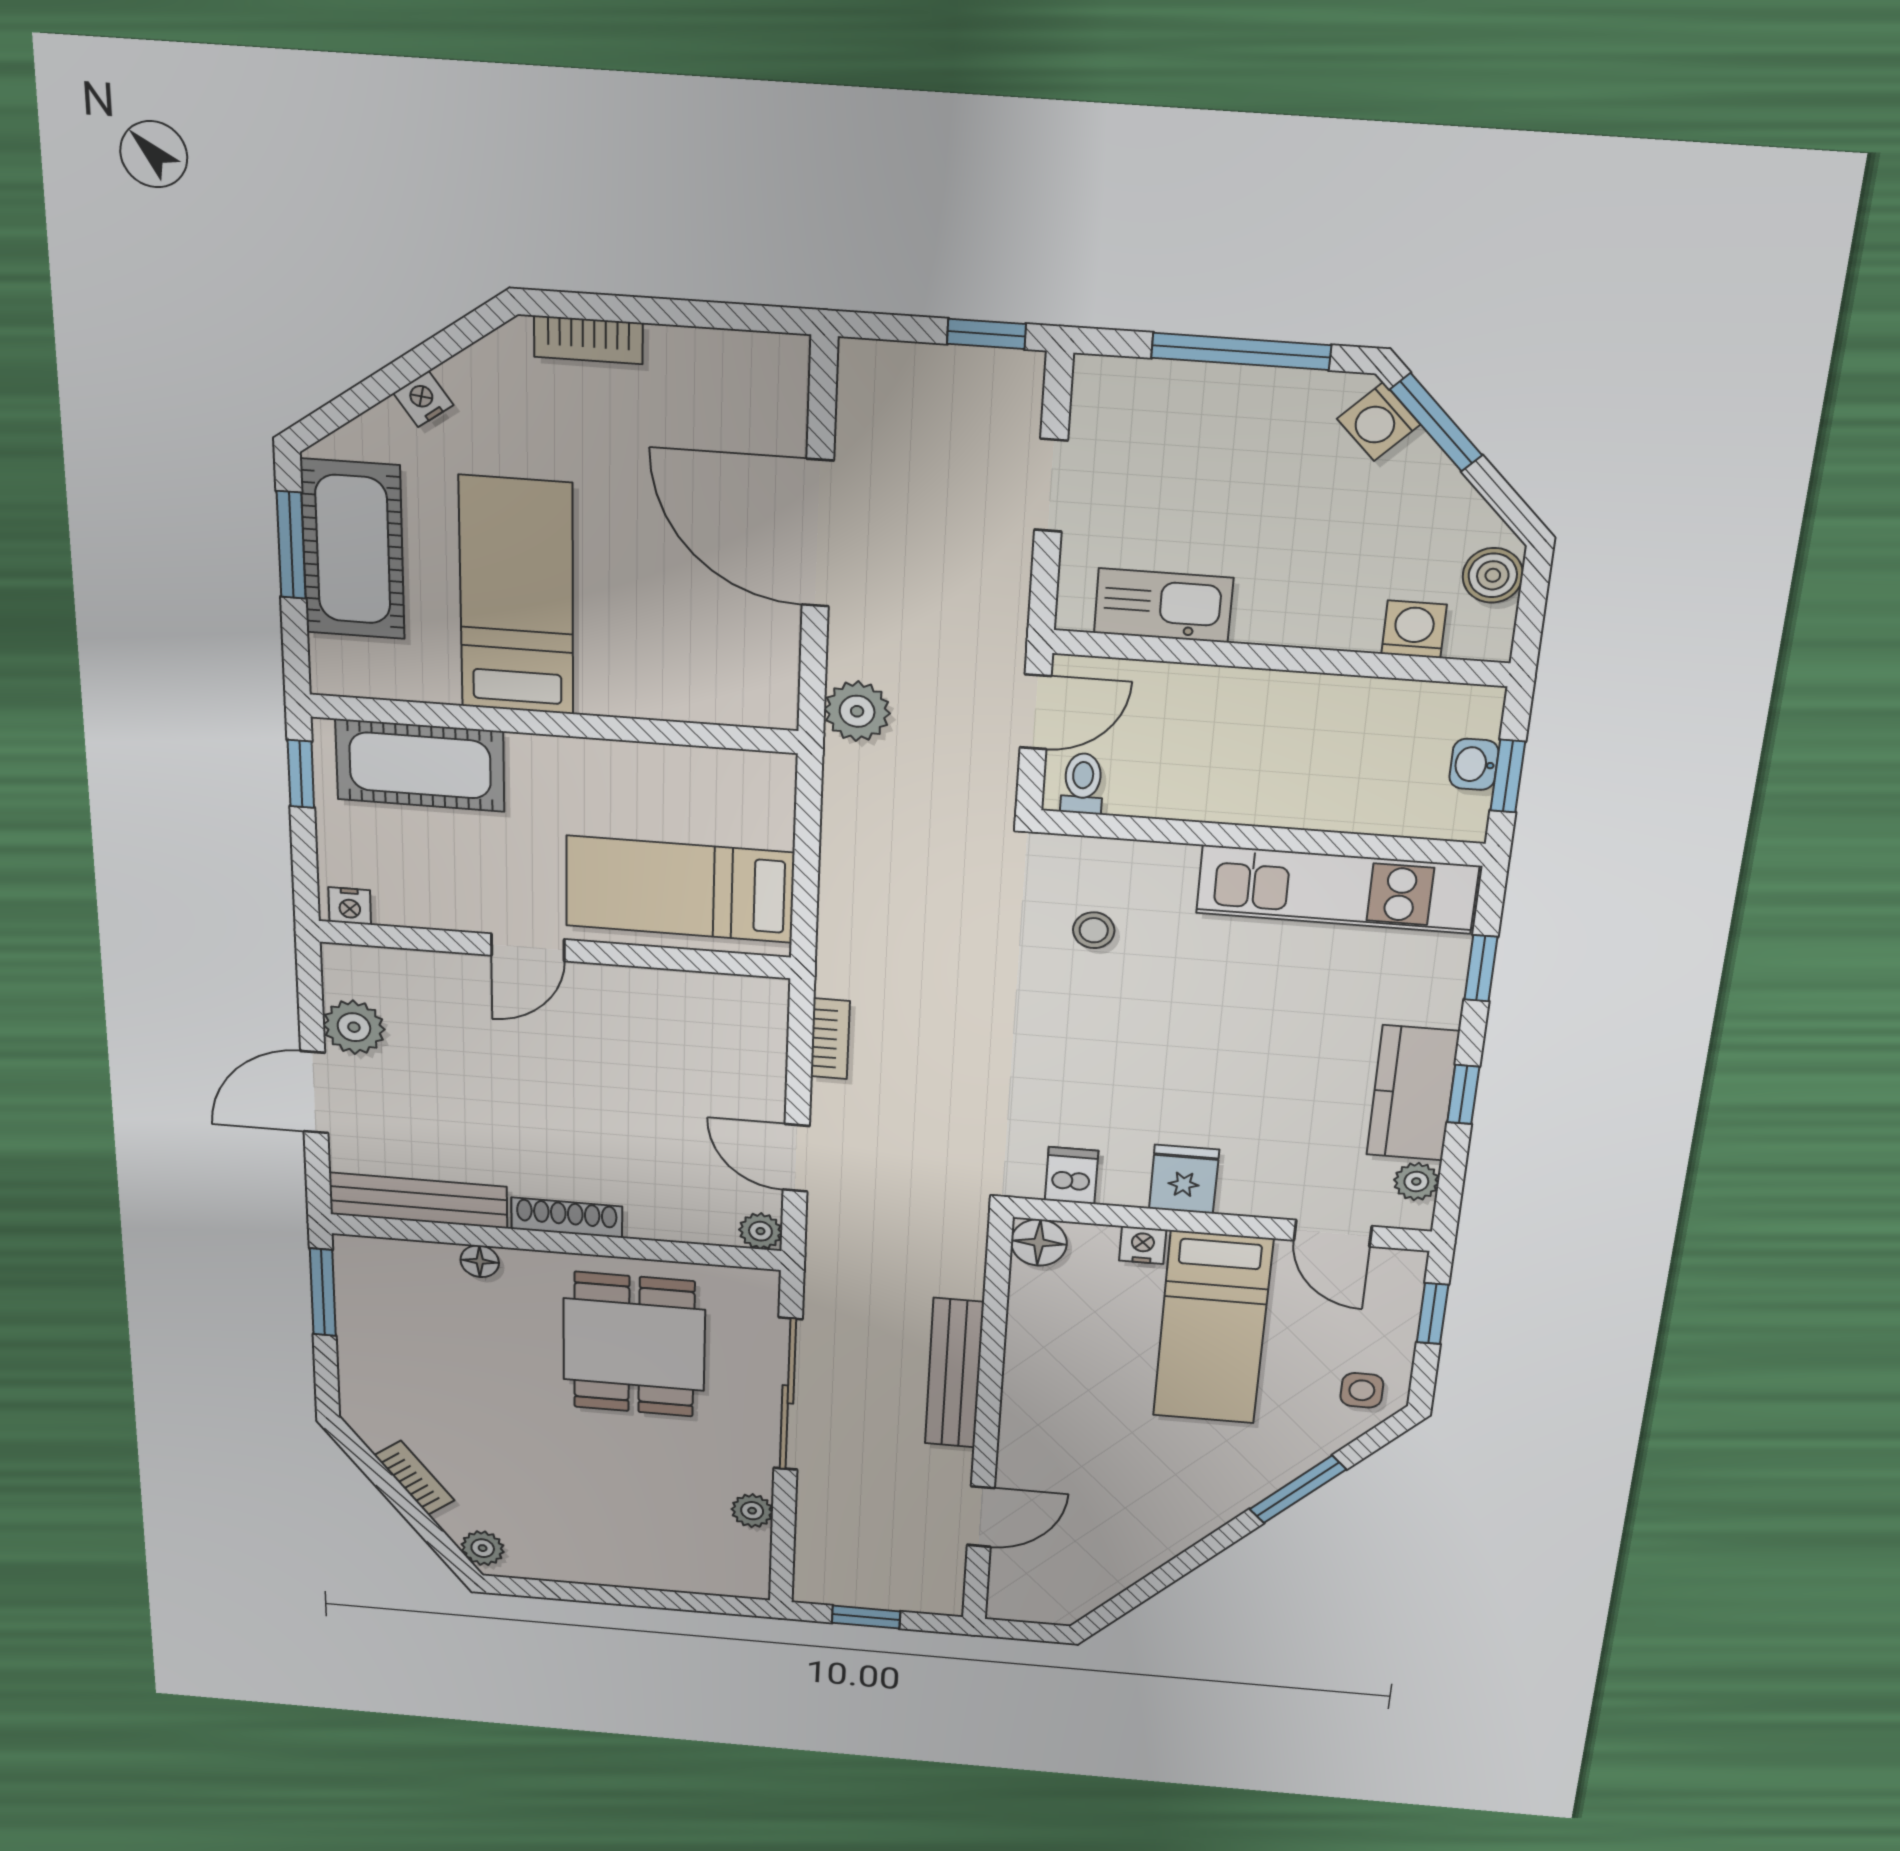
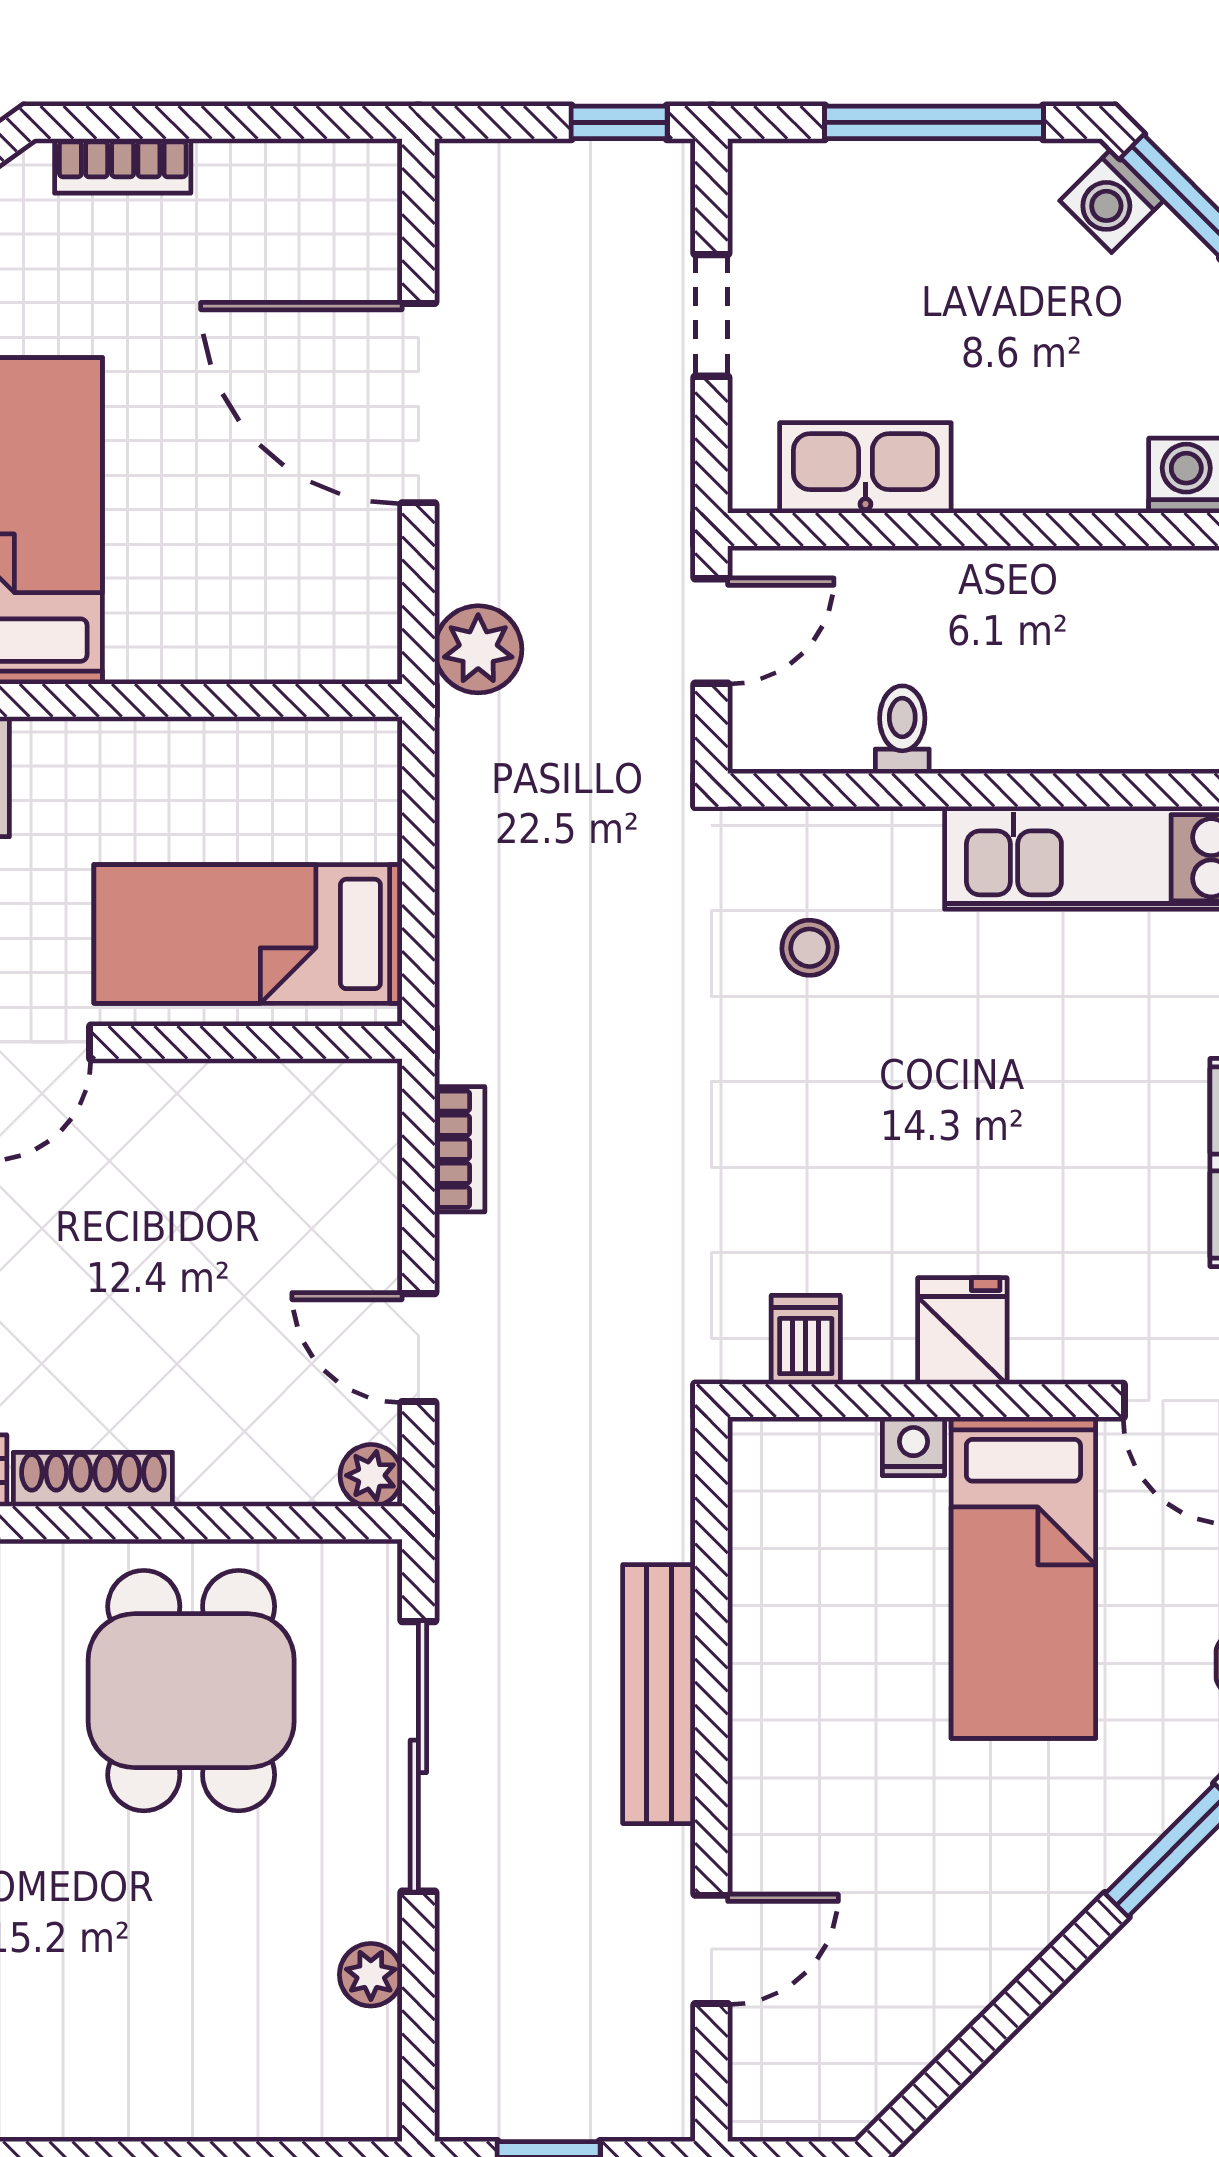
toilet: (1083, 784) -> (902, 730), moved
floor lamp: (1039, 1243) -> (767, 1456), removed

